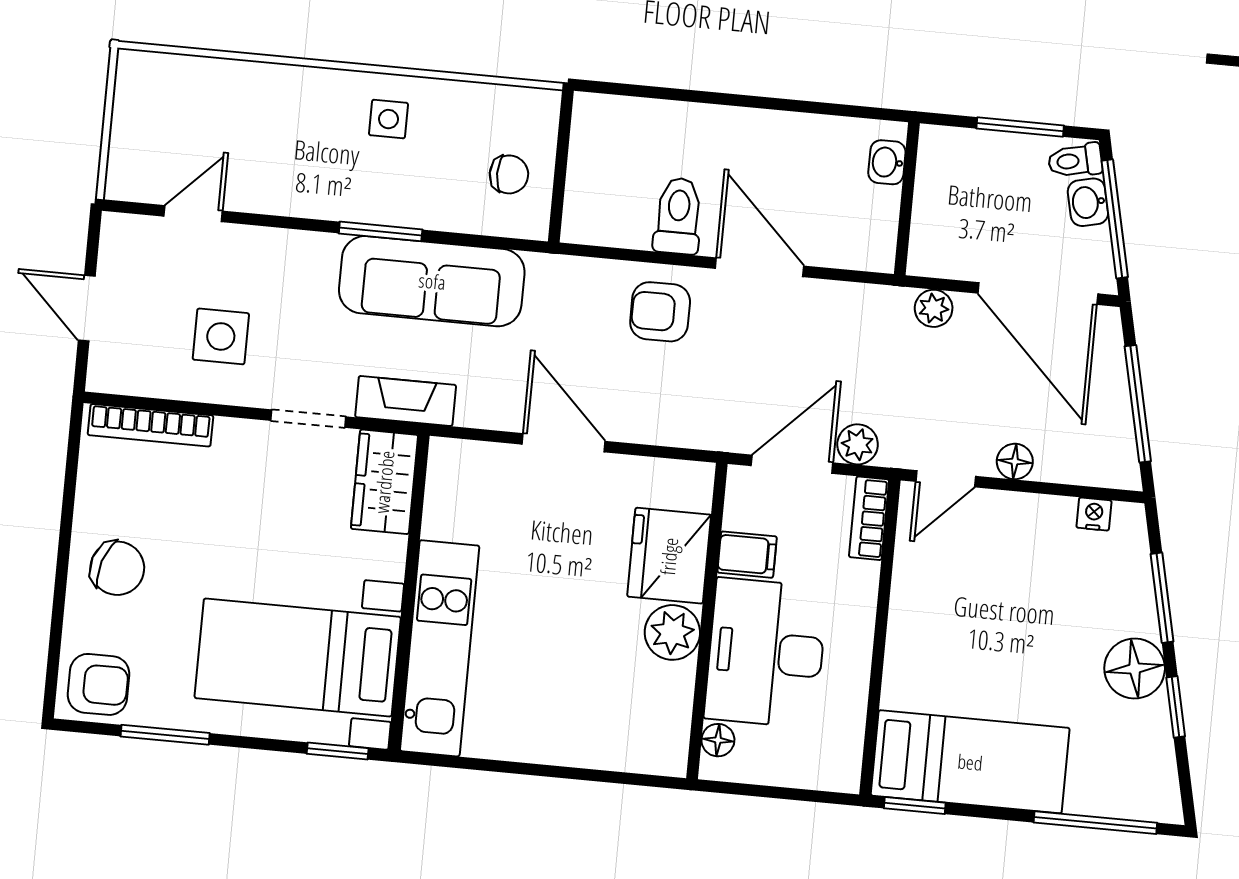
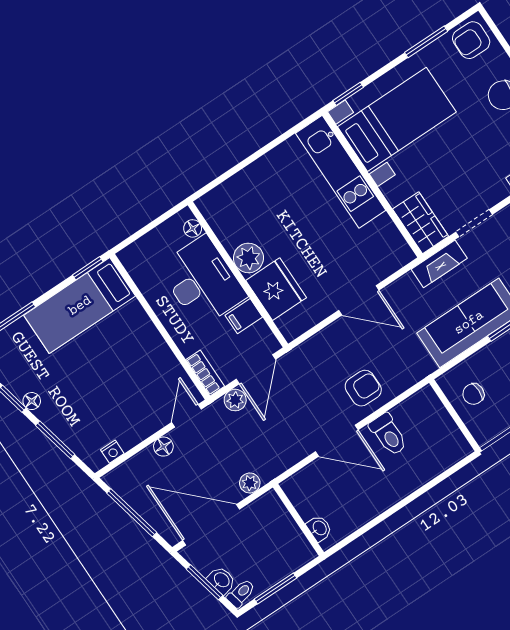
window: (1115, 219) -> (204, 582), width x0.69
floor lamp: (1135, 668) -> (32, 401), width x0.53, depth x0.53

